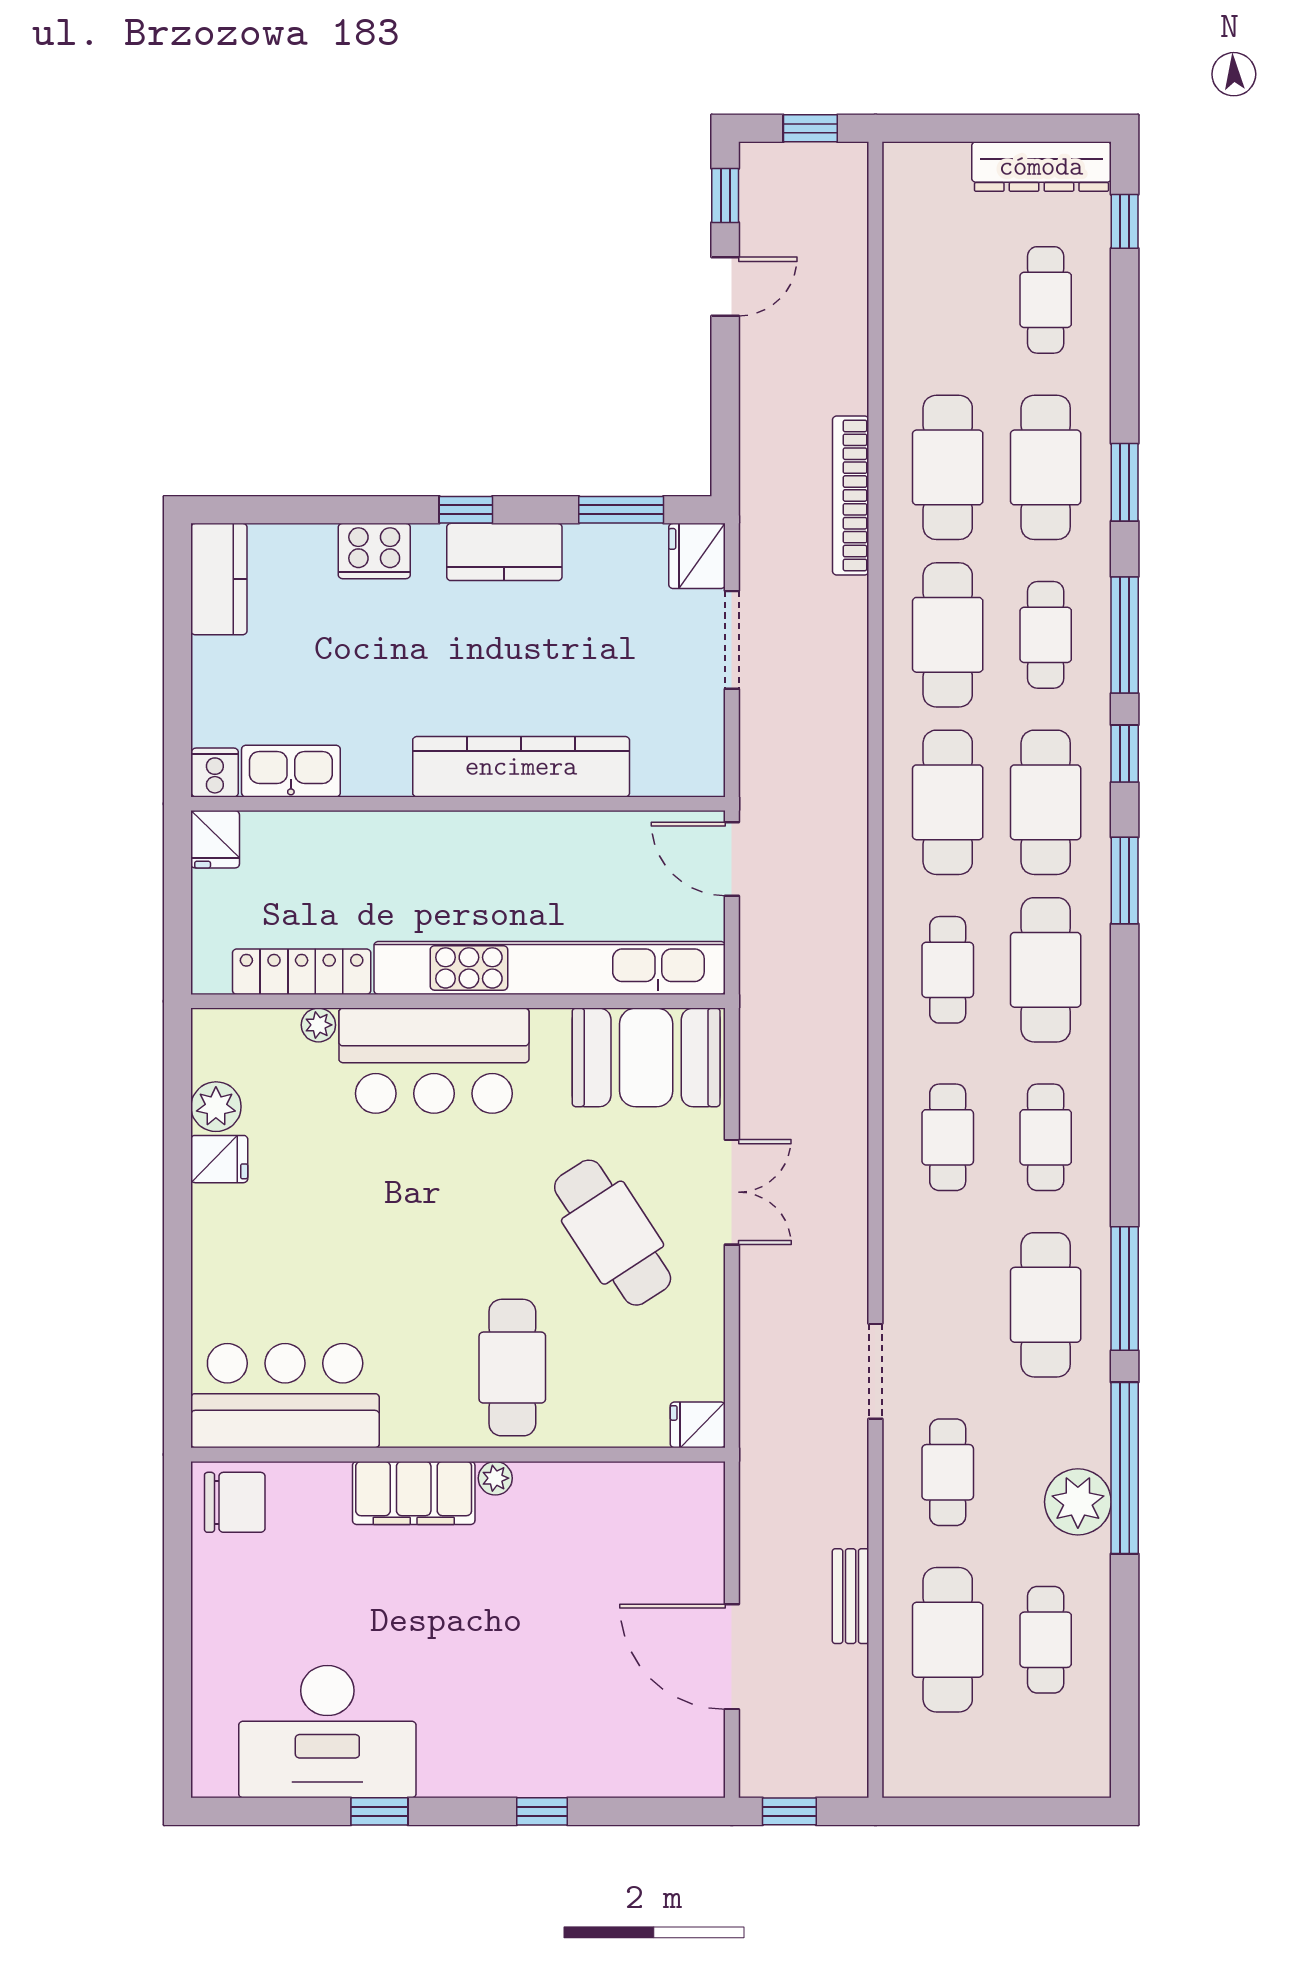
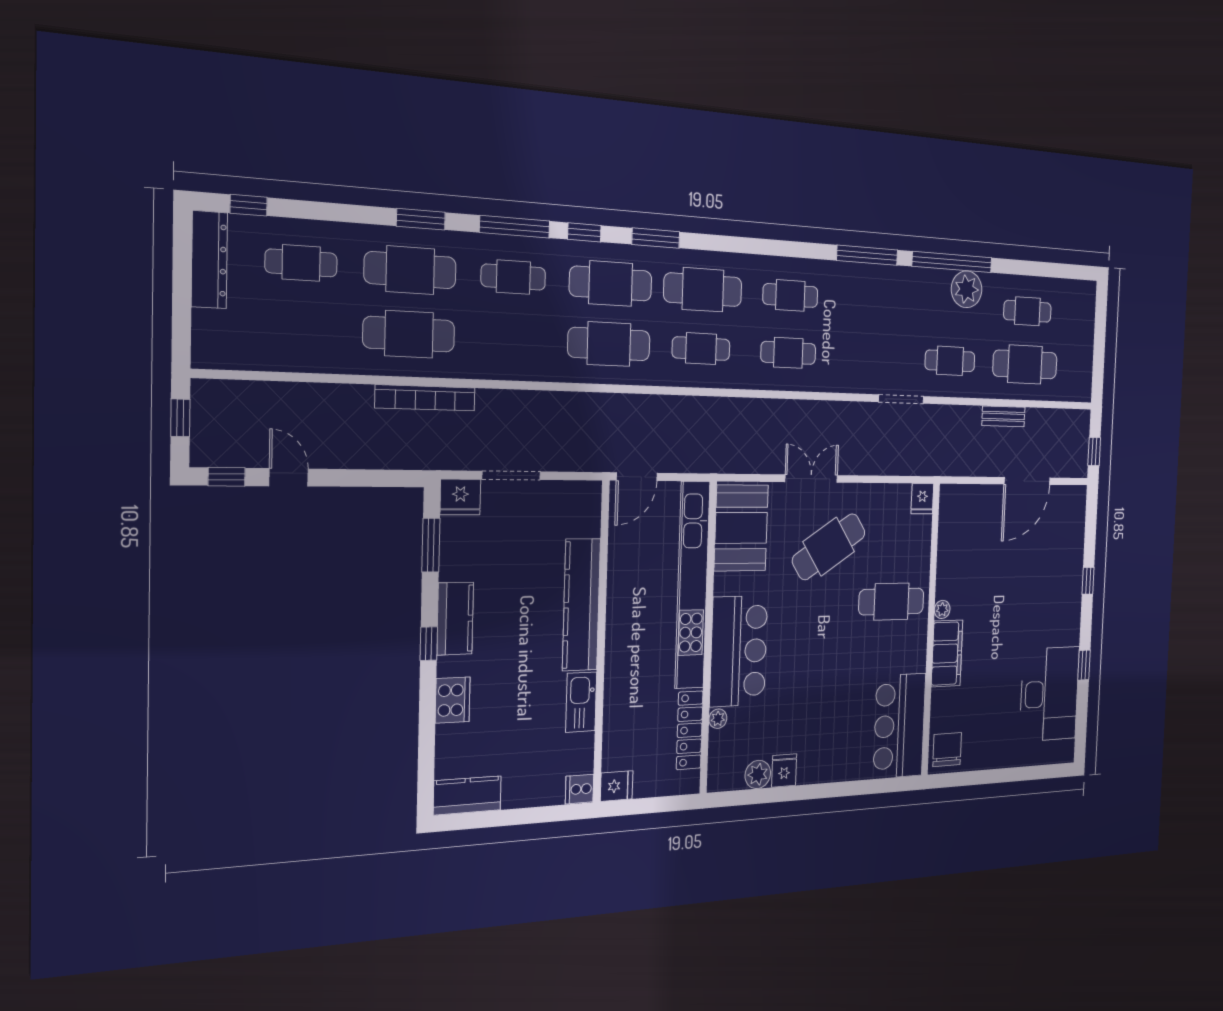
cafe table: (948, 635) -> (512, 339), removed
kitchen sink: (291, 771) -> (581, 702), moved
cafe table: (1046, 1305) -> (873, 301), removed

